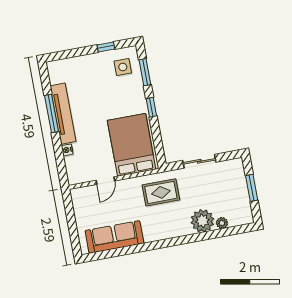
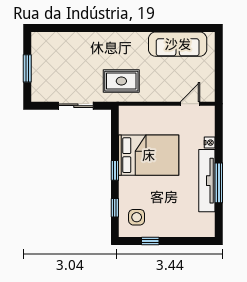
window: (145, 72) -> (115, 208), width x0.67
bed: (132, 145) -> (149, 155), moved, turned -90
door: (105, 181) -> (190, 104), moved
plant: (202, 221) -> (84, 44), removed
plant: (222, 223) -> (64, 38), removed

